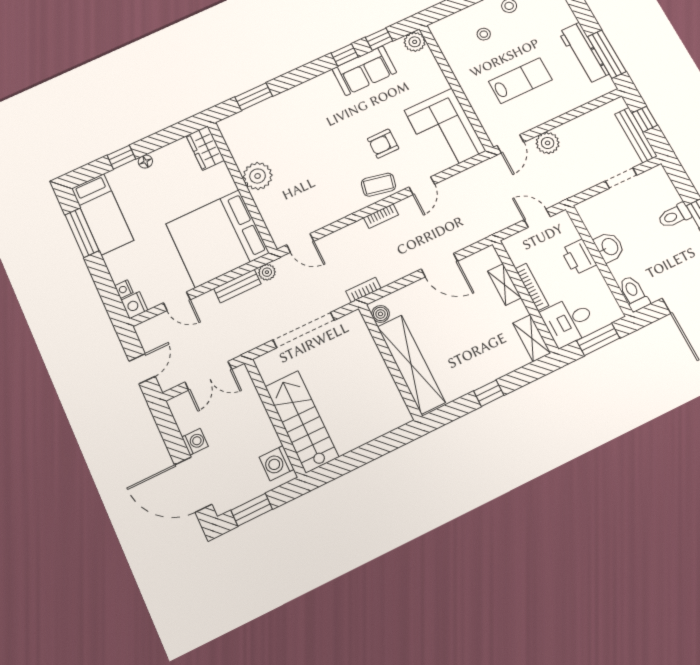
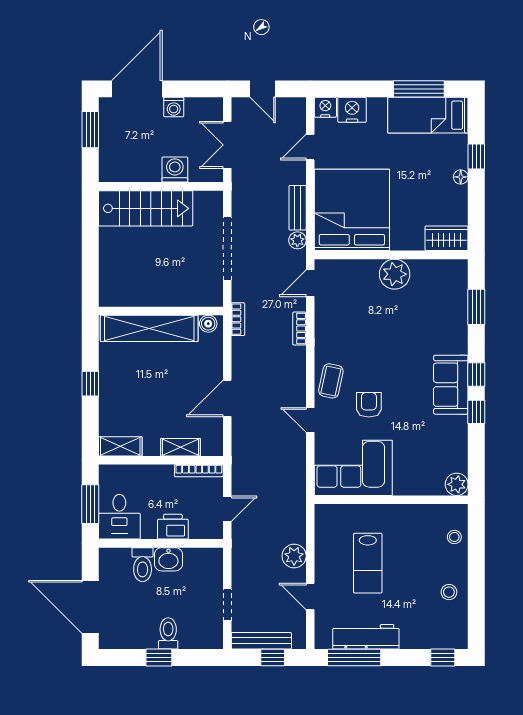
stool: (484, 34) -> (454, 537), moved
window: (379, 39) -> (476, 374), moved
sofa: (364, 71) -> (451, 385), moved
door: (510, 144) -> (310, 597), moved
bookcase: (381, 216) -> (299, 329), moved
bookcase: (532, 287) -> (199, 471), moved
nightstand: (124, 289) -> (352, 110), width x1.89, depth x1.79
toilet: (634, 293) -> (143, 565), moved, turned 90
desk: (569, 321) -> (119, 517), moved, turned 180
washing machine: (277, 463) -> (175, 170), moved

